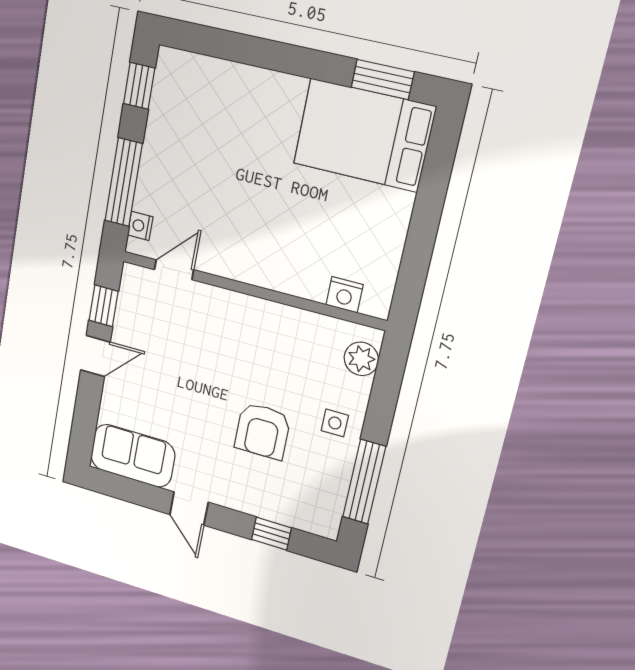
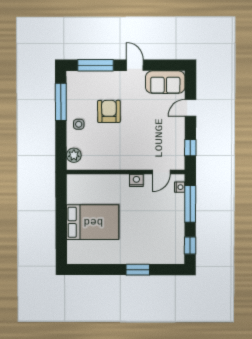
window: (383, 80) -> (138, 270), moved
bed: (364, 135) -> (93, 222), moved
nightstand: (345, 295) -> (136, 180), moved
door: (95, 356) -> (190, 108), moved
window: (271, 534) -> (95, 65), width x2.17

